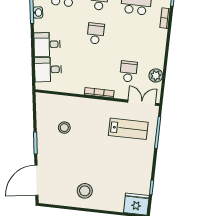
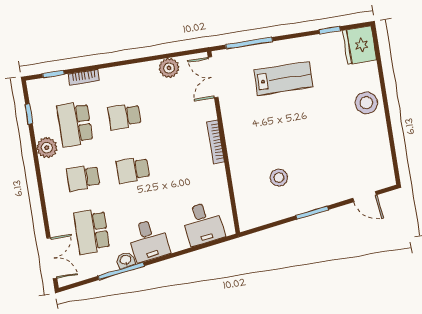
desk: (47, 44) -> (148, 240), moved
school desk: (128, 71) -> (124, 116), moved
lab bench: (128, 129) -> (284, 78), moved, turned 90
door: (36, 180) -> (365, 197), width x0.53
stool: (85, 191) -> (366, 103), moved

